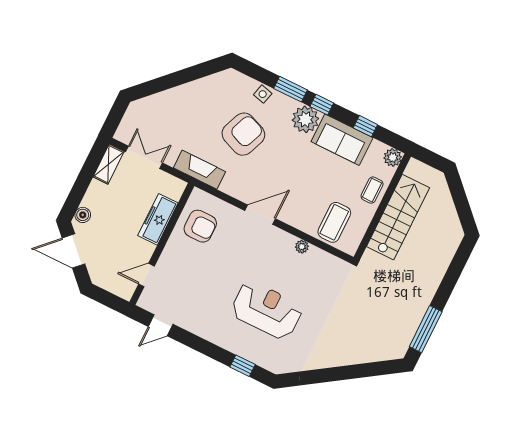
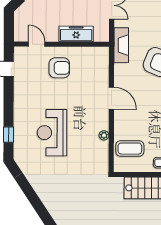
armchair: (200, 226) -> (59, 68), moved, turned -90
reception desk: (267, 310) -> (52, 133), turned 180

